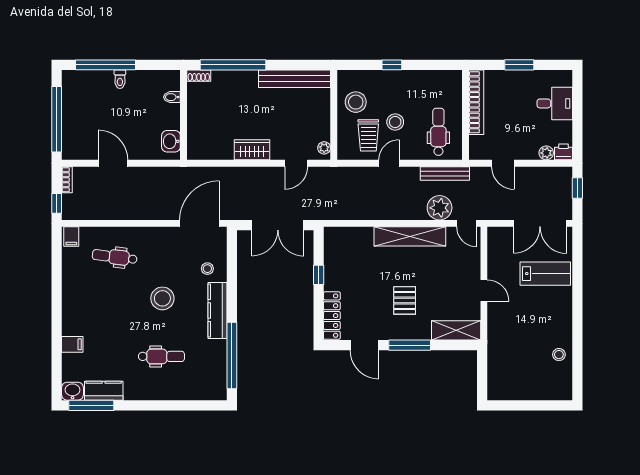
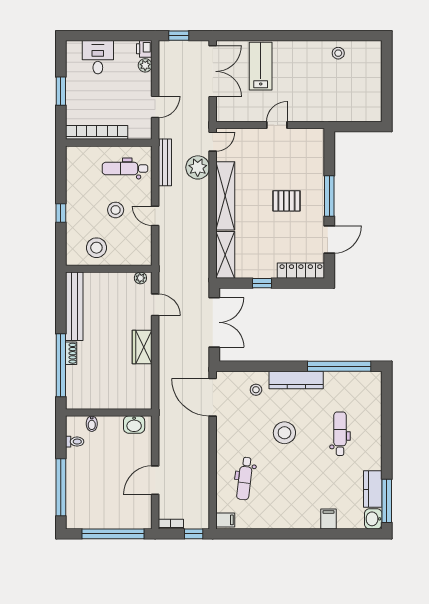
shoe rack: (199, 76) -> (71, 353), moved
toilet: (120, 79) -> (75, 442), moved
trolley: (368, 135) -> (128, 236), removed
shelving: (456, 330) -> (225, 255), moved

